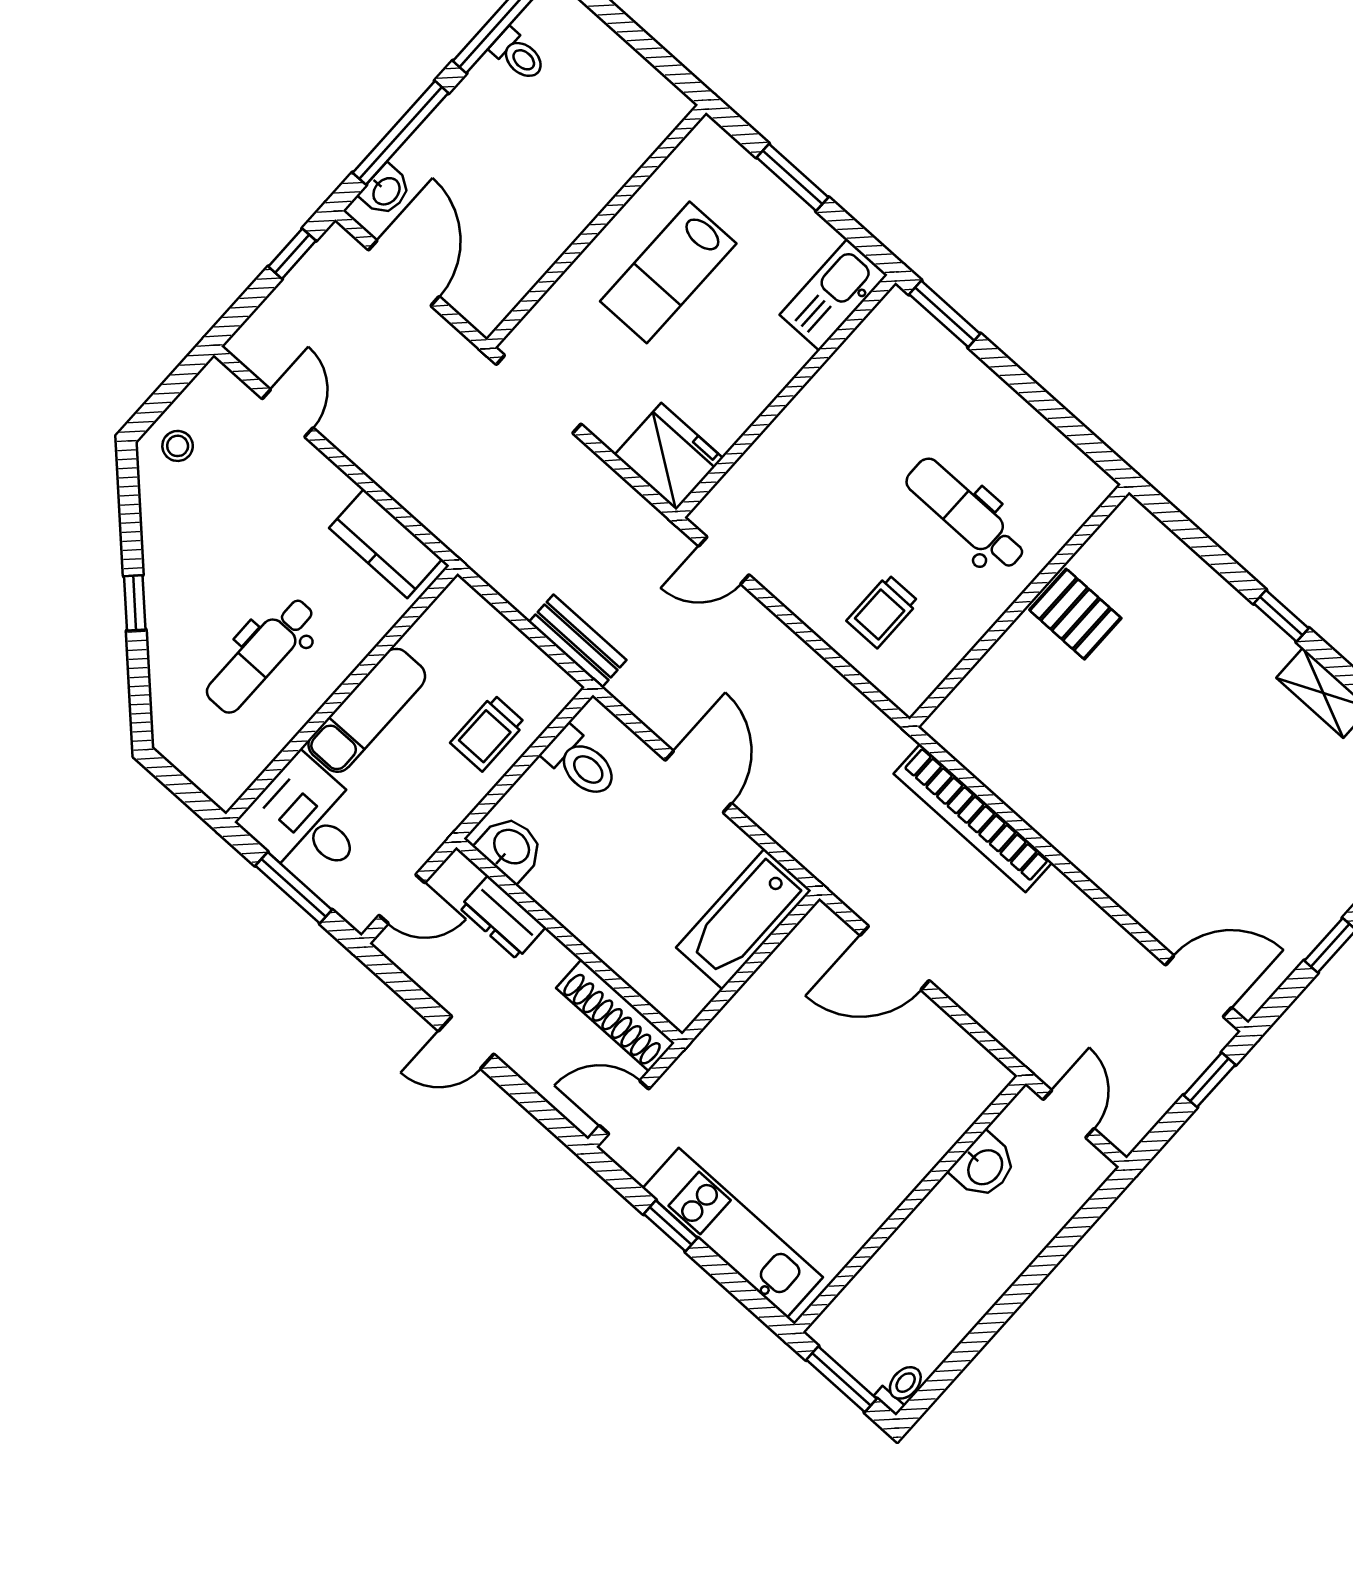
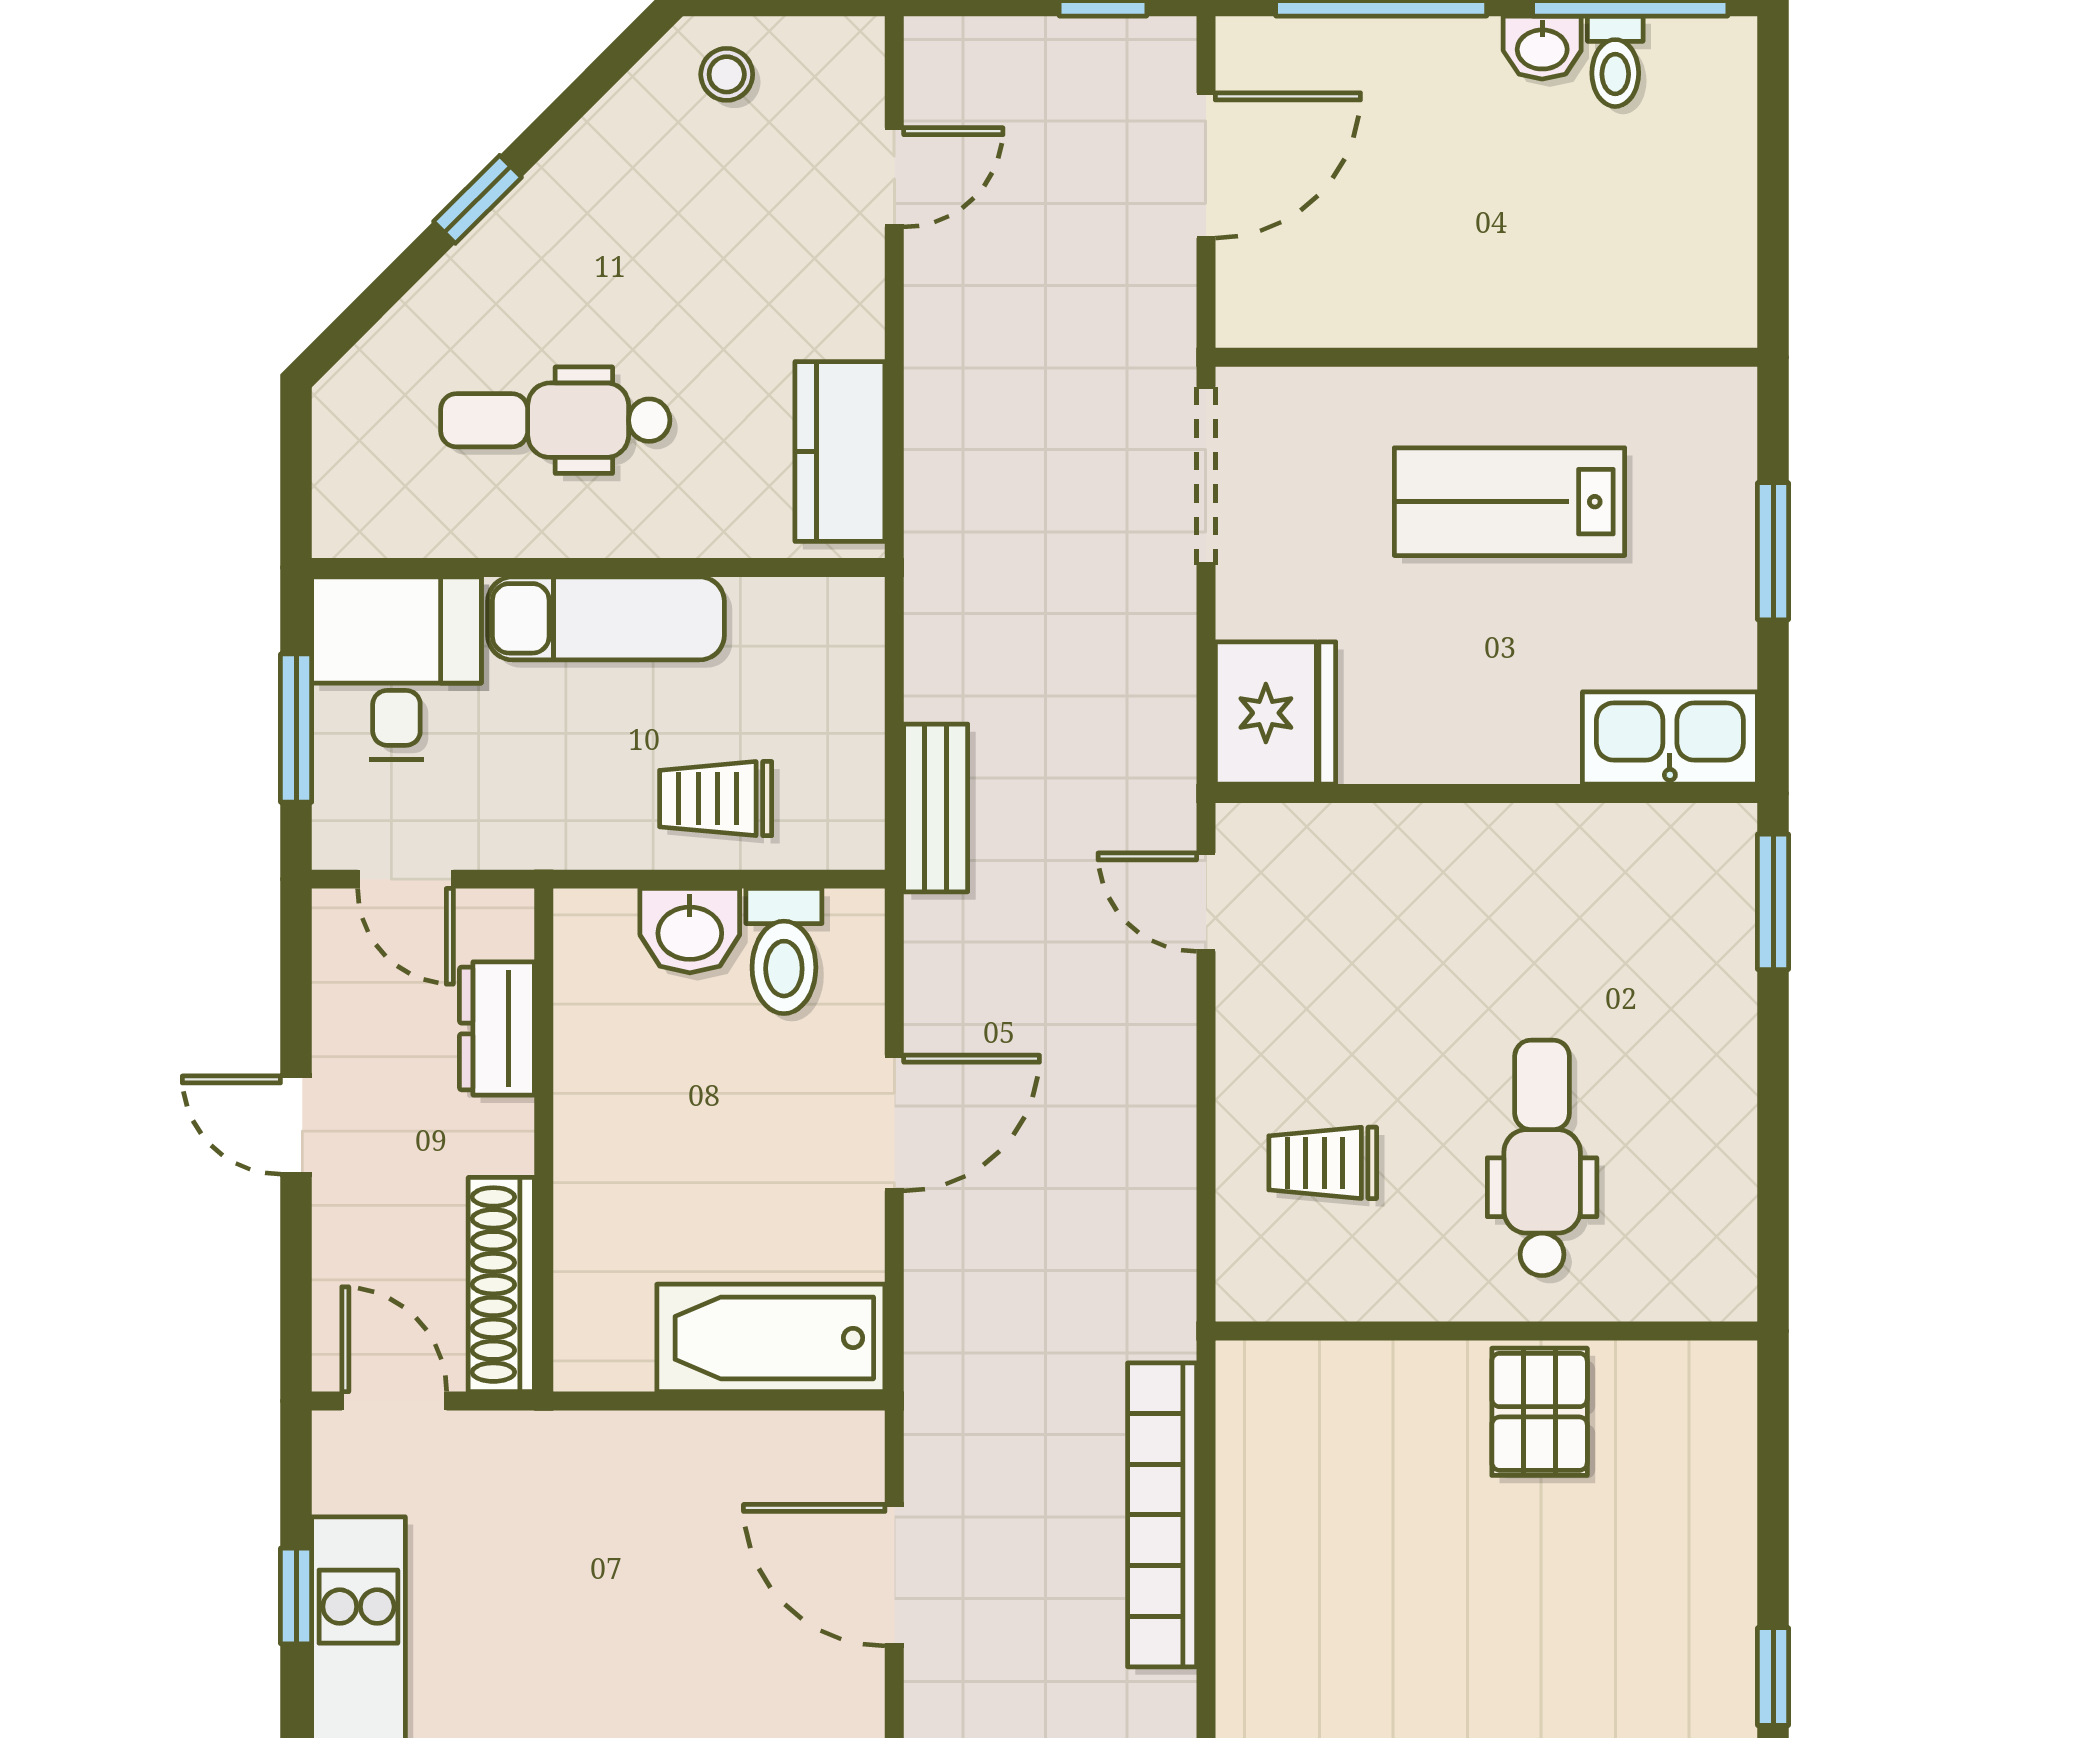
washbasin: (386, 191) -> (1542, 48), moved
washbasin: (511, 848) -> (690, 931), moved, turned 90

